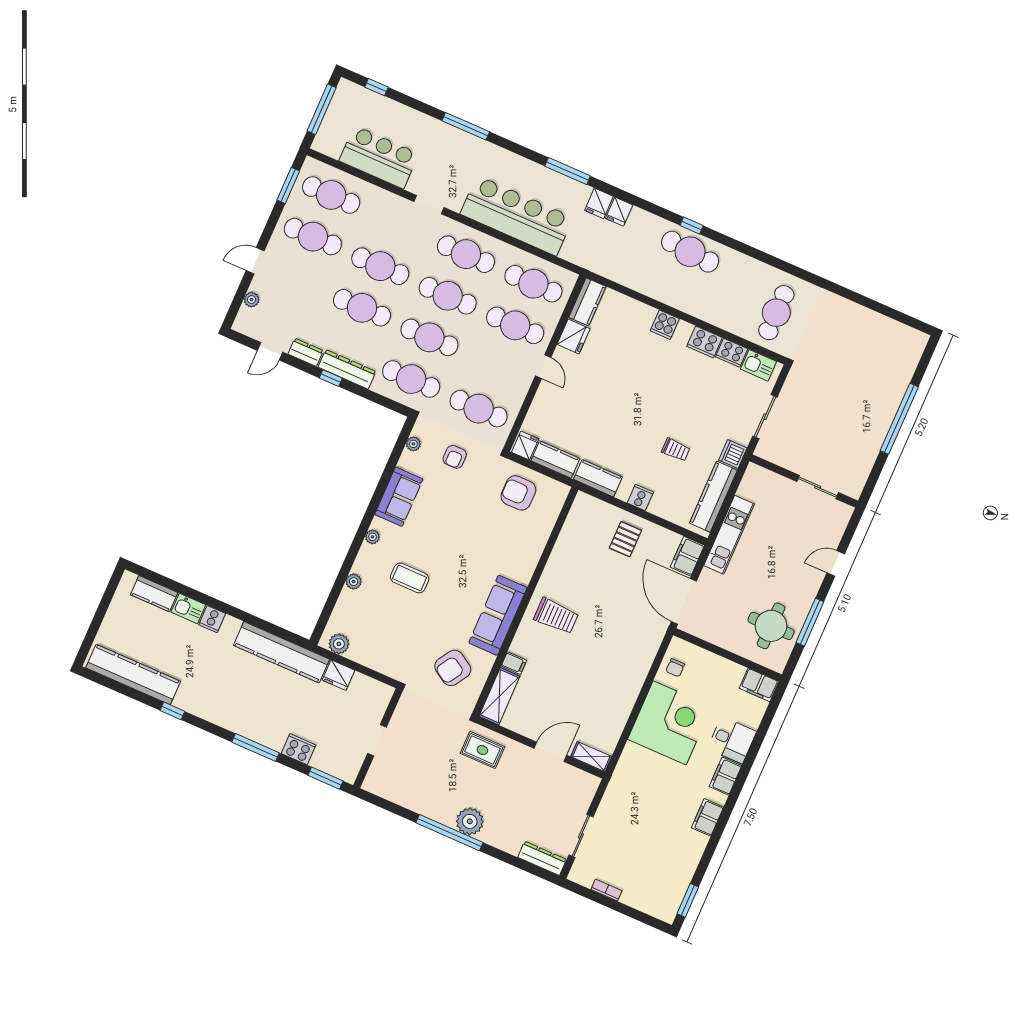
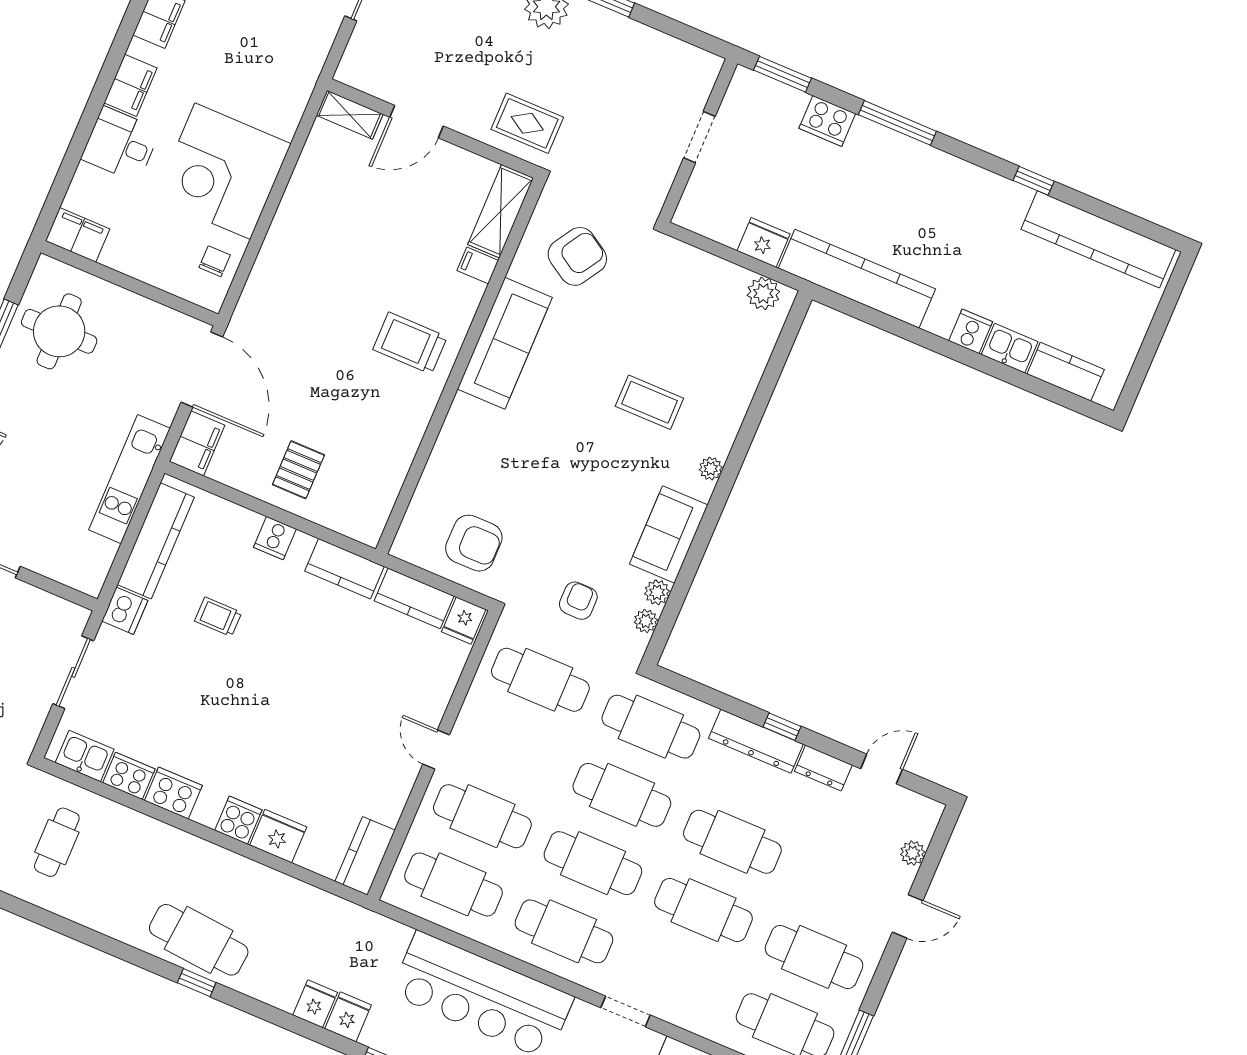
cafe table: (776, 313) -> (57, 842), width x0.73, depth x0.74
fridge: (573, 336) -> (278, 836), moved, turned 90
plant: (354, 582) -> (657, 592), moved

